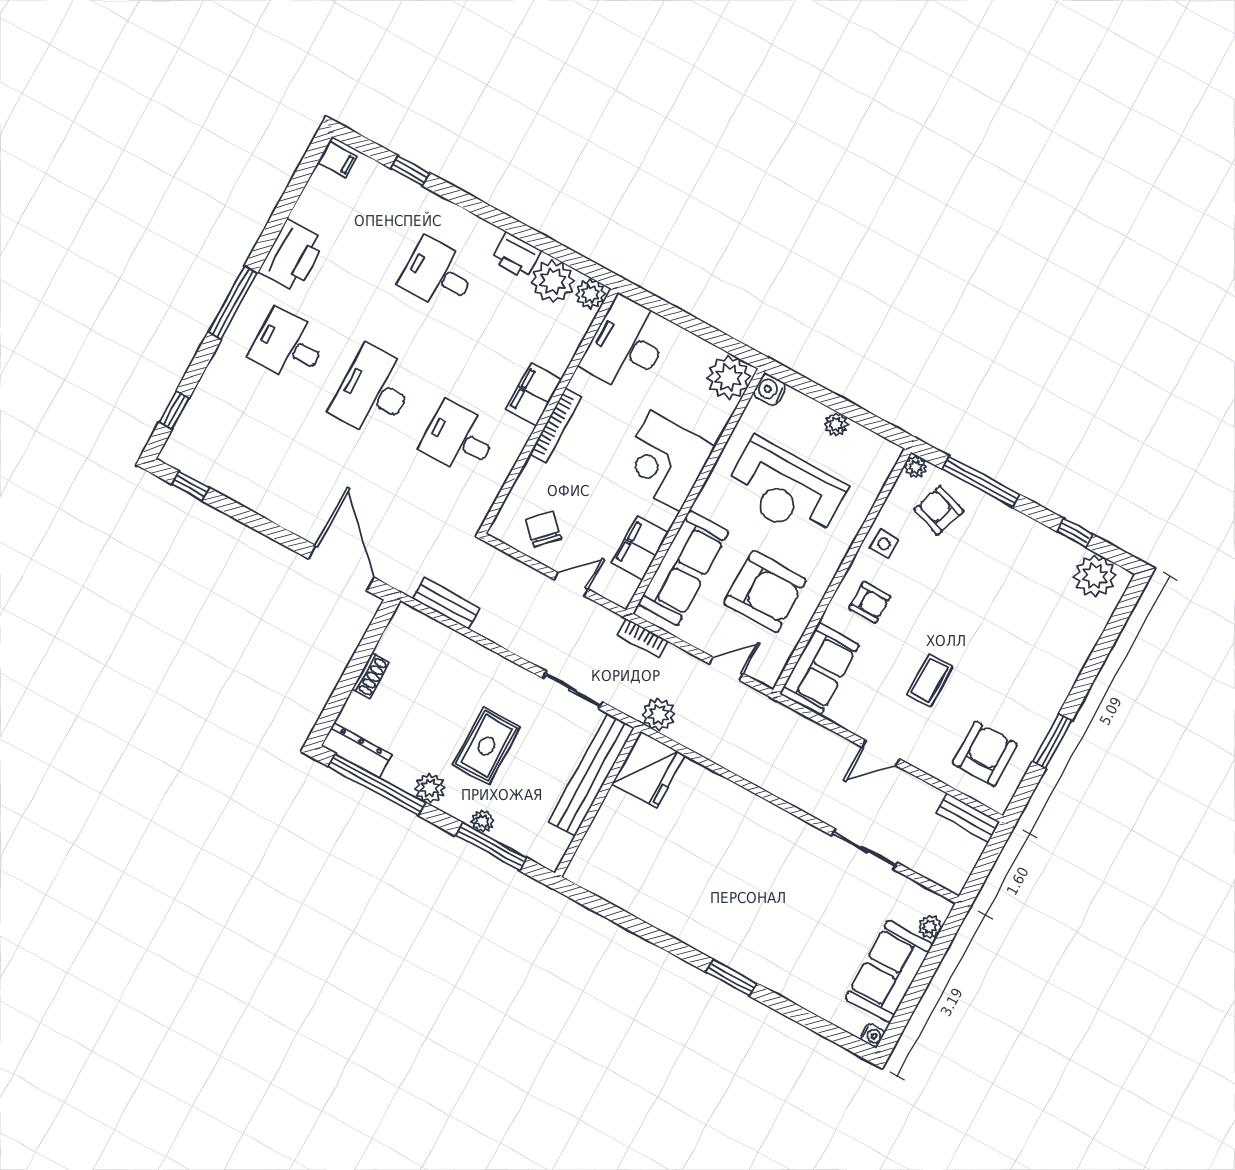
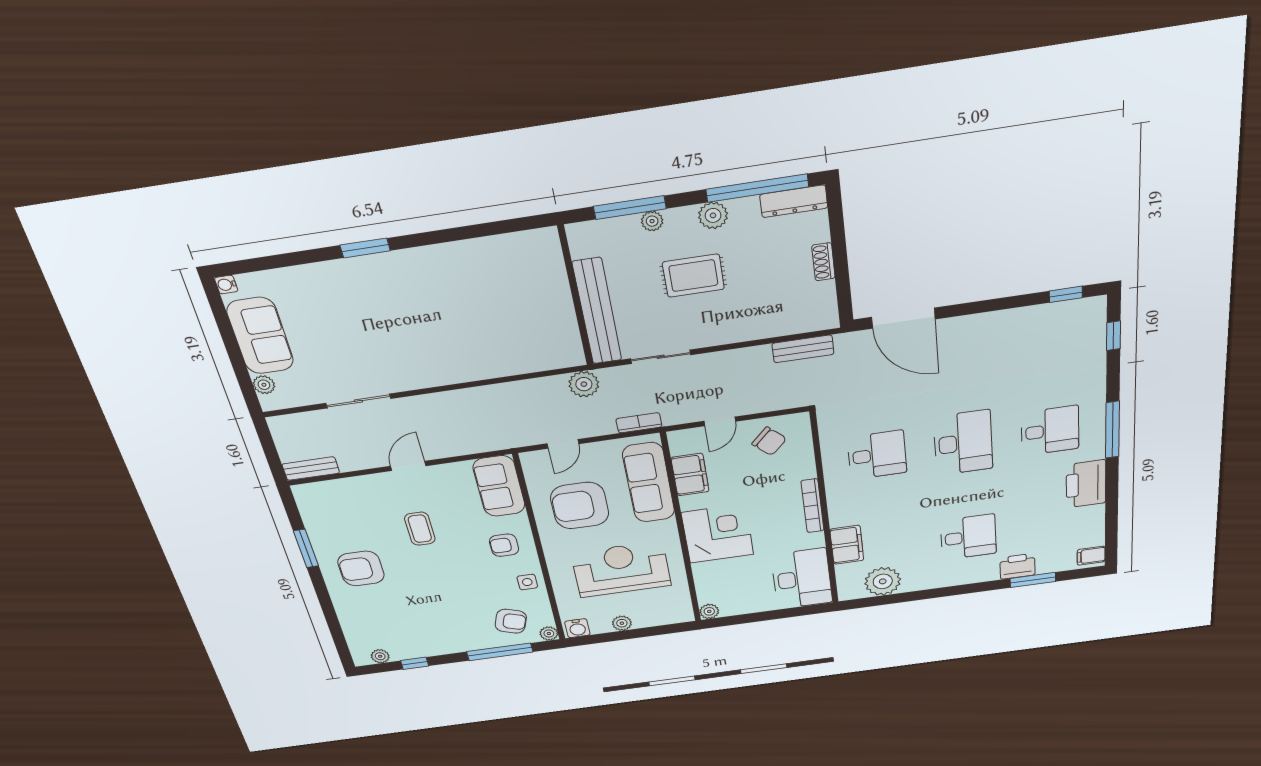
window: (410, 171) -> (1033, 580), width x1.50
printer: (516, 256) -> (1017, 566), moved
plant: (590, 294) -> (851, 590), removed
plant: (728, 377) -> (709, 611), width x0.53, depth x0.53
water cooler: (770, 390) -> (577, 628), moved, turned 90
filing cabinet: (534, 394) -> (847, 545), moved
plant: (1095, 576) -> (380, 656), width x0.53, depth x0.53
rug: (486, 746) -> (693, 276), turned 90
armchair: (985, 754) -> (361, 569), moved, turned 90
fridge: (649, 770) -> (558, 344), removed

